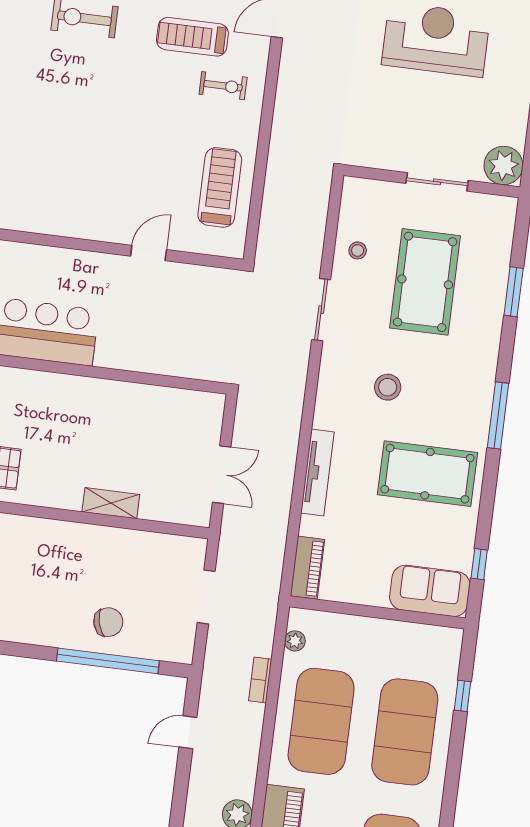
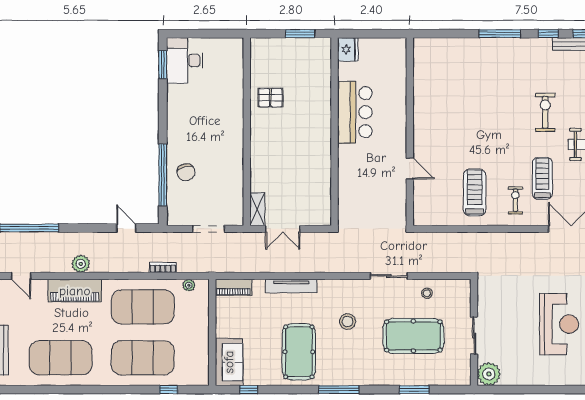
exercise bike: (223, 86) -> (515, 200), turned 180
treadmill: (220, 187) -> (475, 192), moved, turned -90
shelving: (111, 503) -> (257, 209), moved

